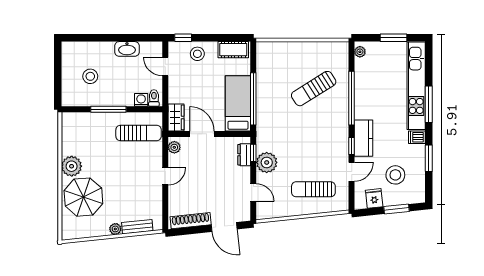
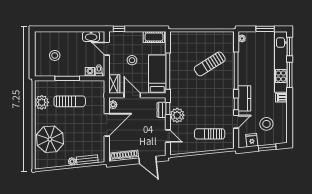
washbasin: (127, 49) -> (91, 36), moved
stool: (197, 54) -> (132, 60), moved
sun lounger: (139, 133) -> (70, 101), moved
window: (429, 158) -> (290, 46), moved
plant: (72, 166) -> (42, 102), moved
door: (165, 176) -> (107, 125), width x1.87

